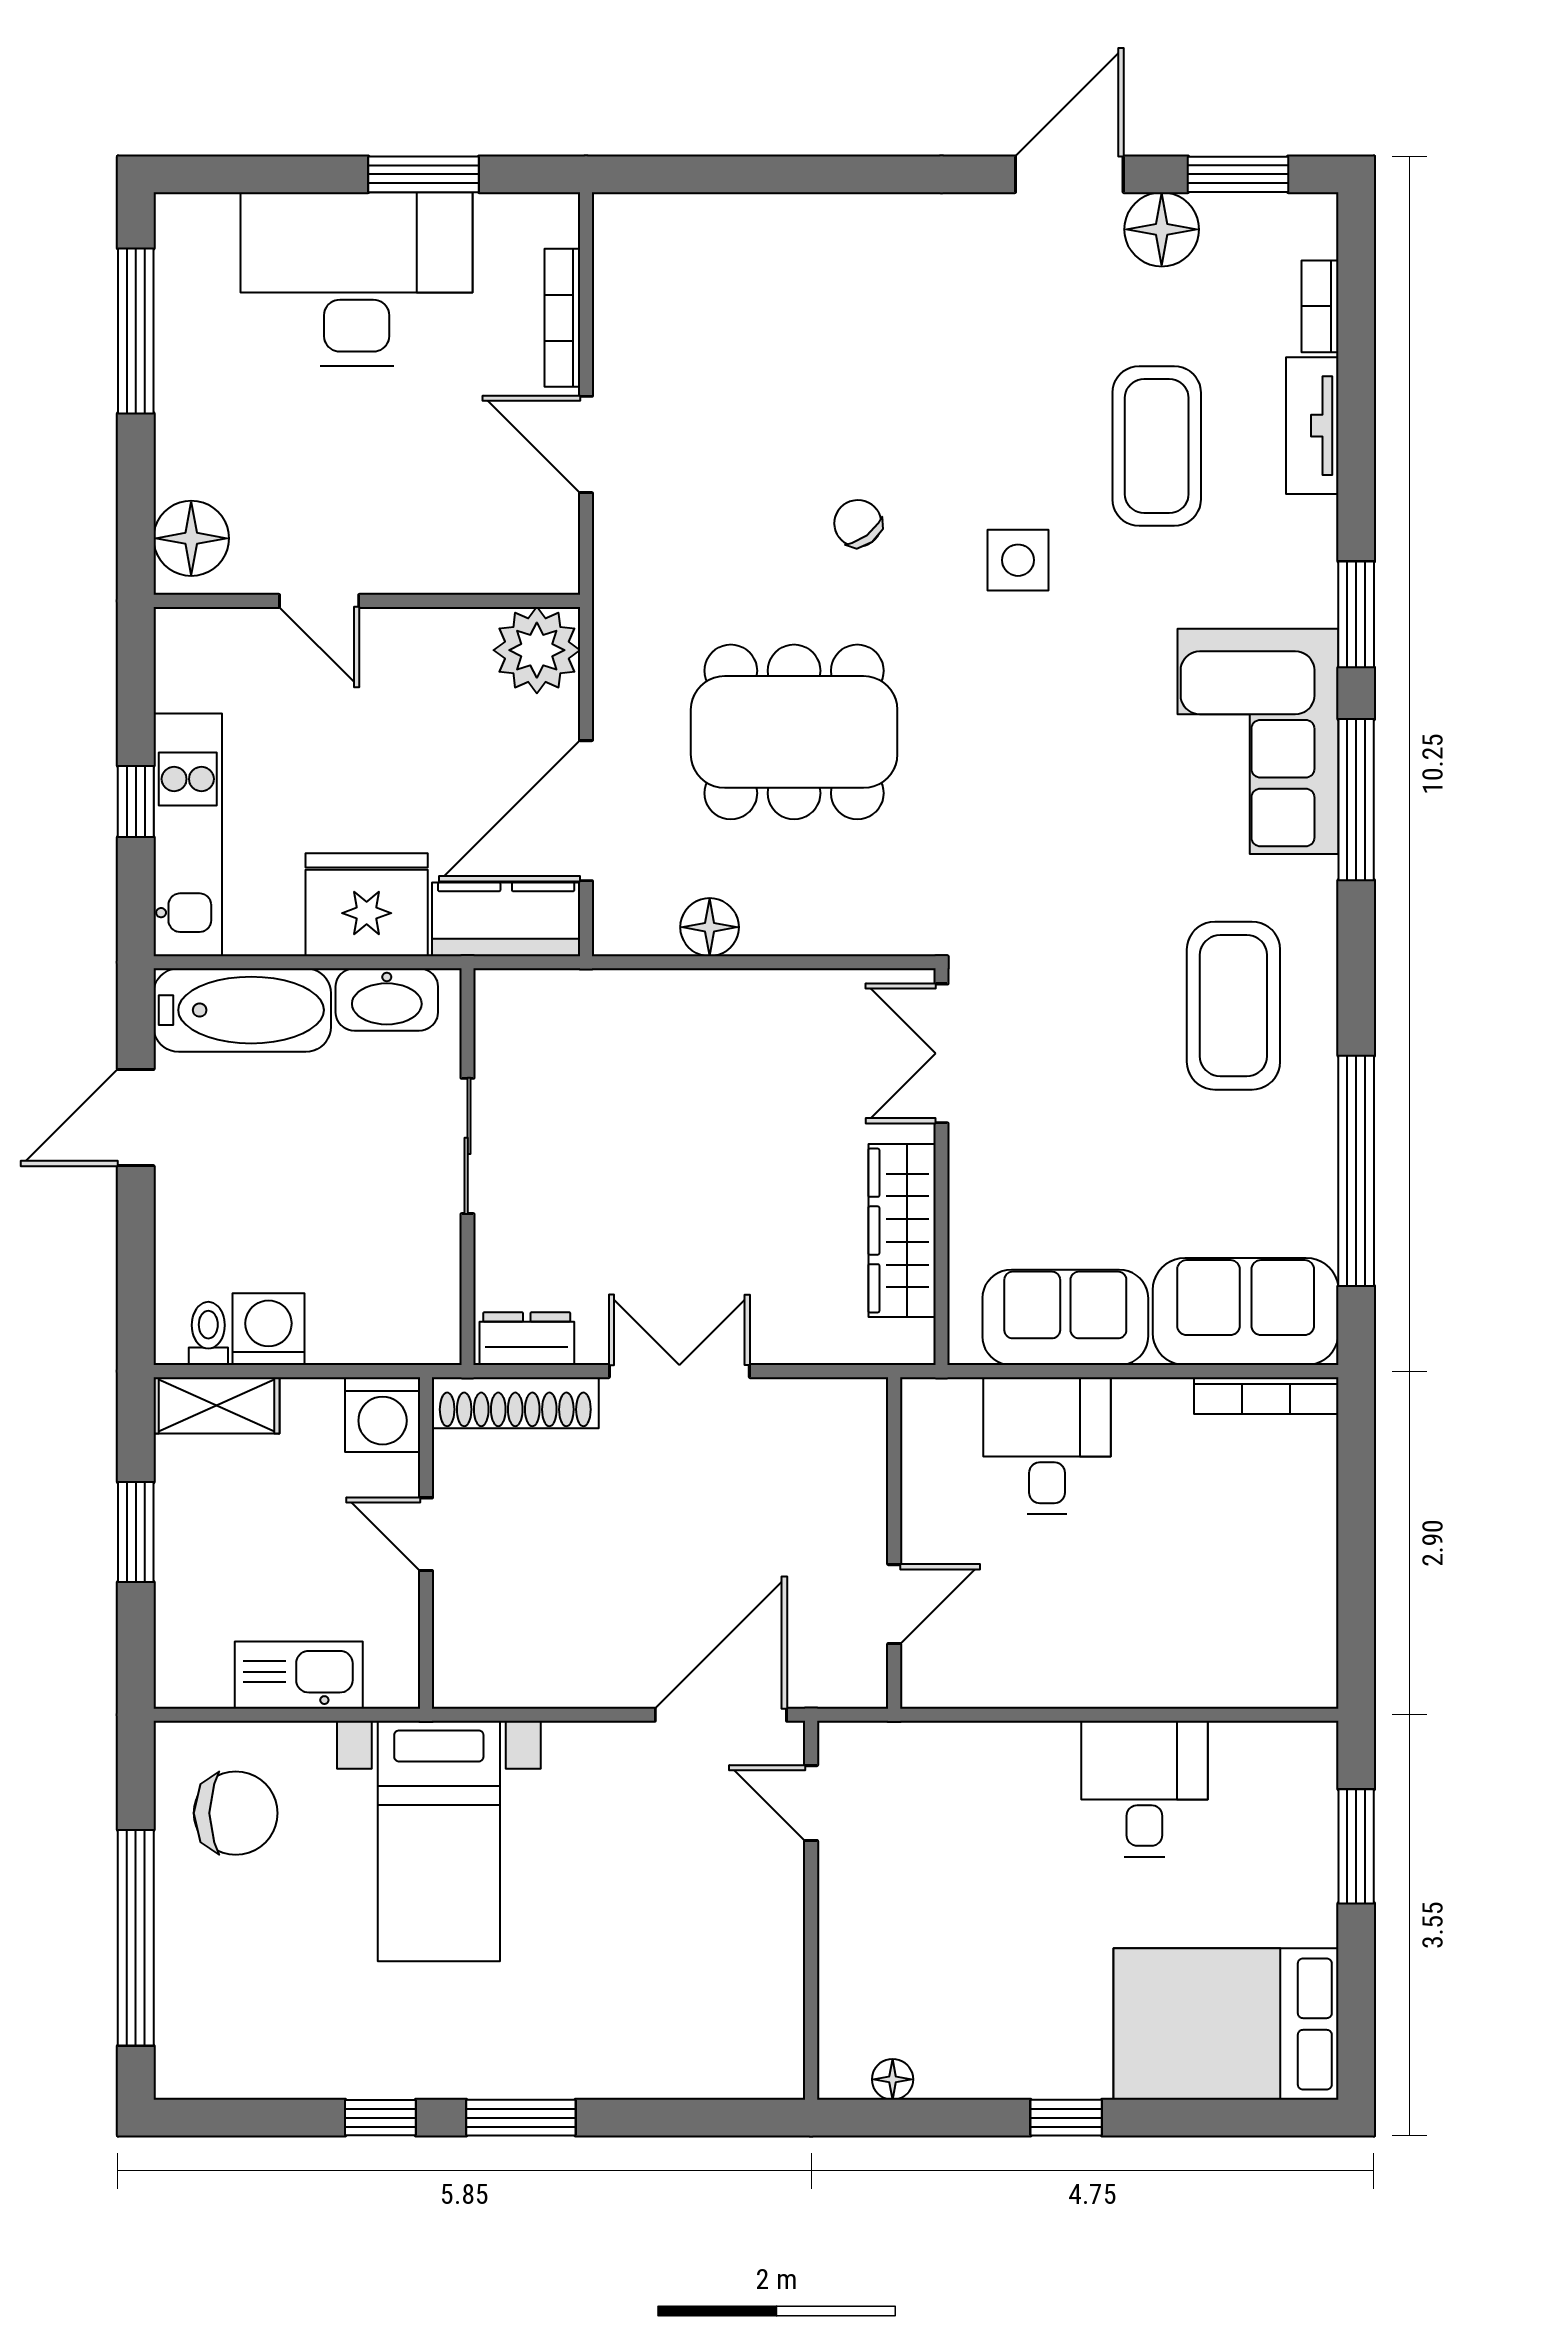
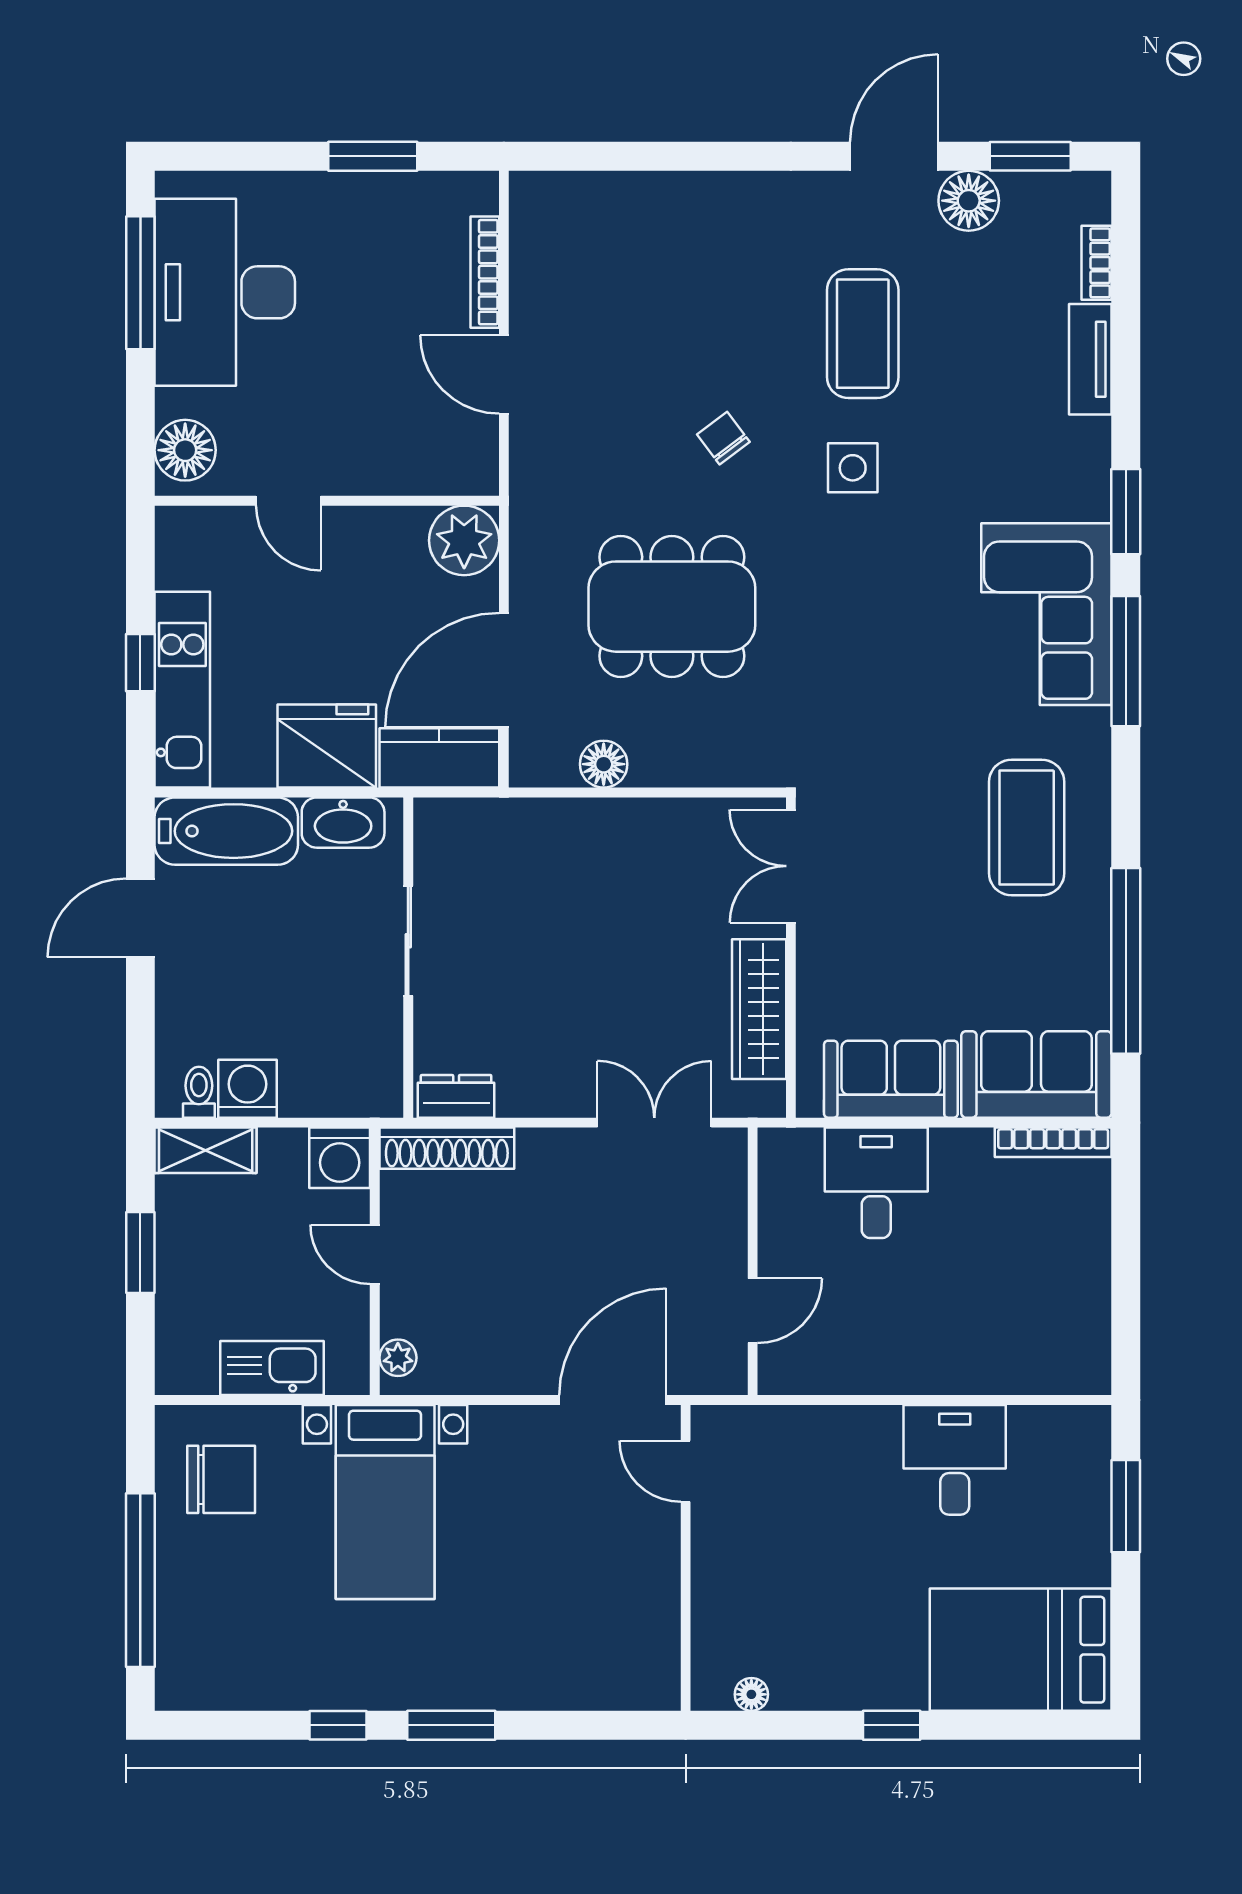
desk: (357, 279) -> (225, 292), moved, turned -90
coffee table: (1157, 446) -> (863, 334), moved
double door: (679, 1371) -> (654, 1123), moved
plant: (455, 1662) -> (398, 1358), added

